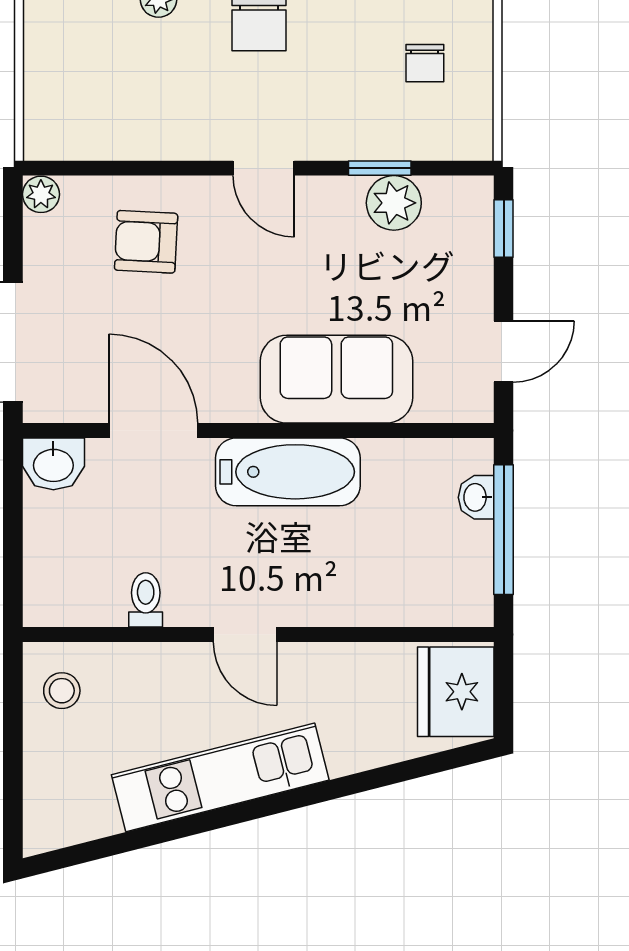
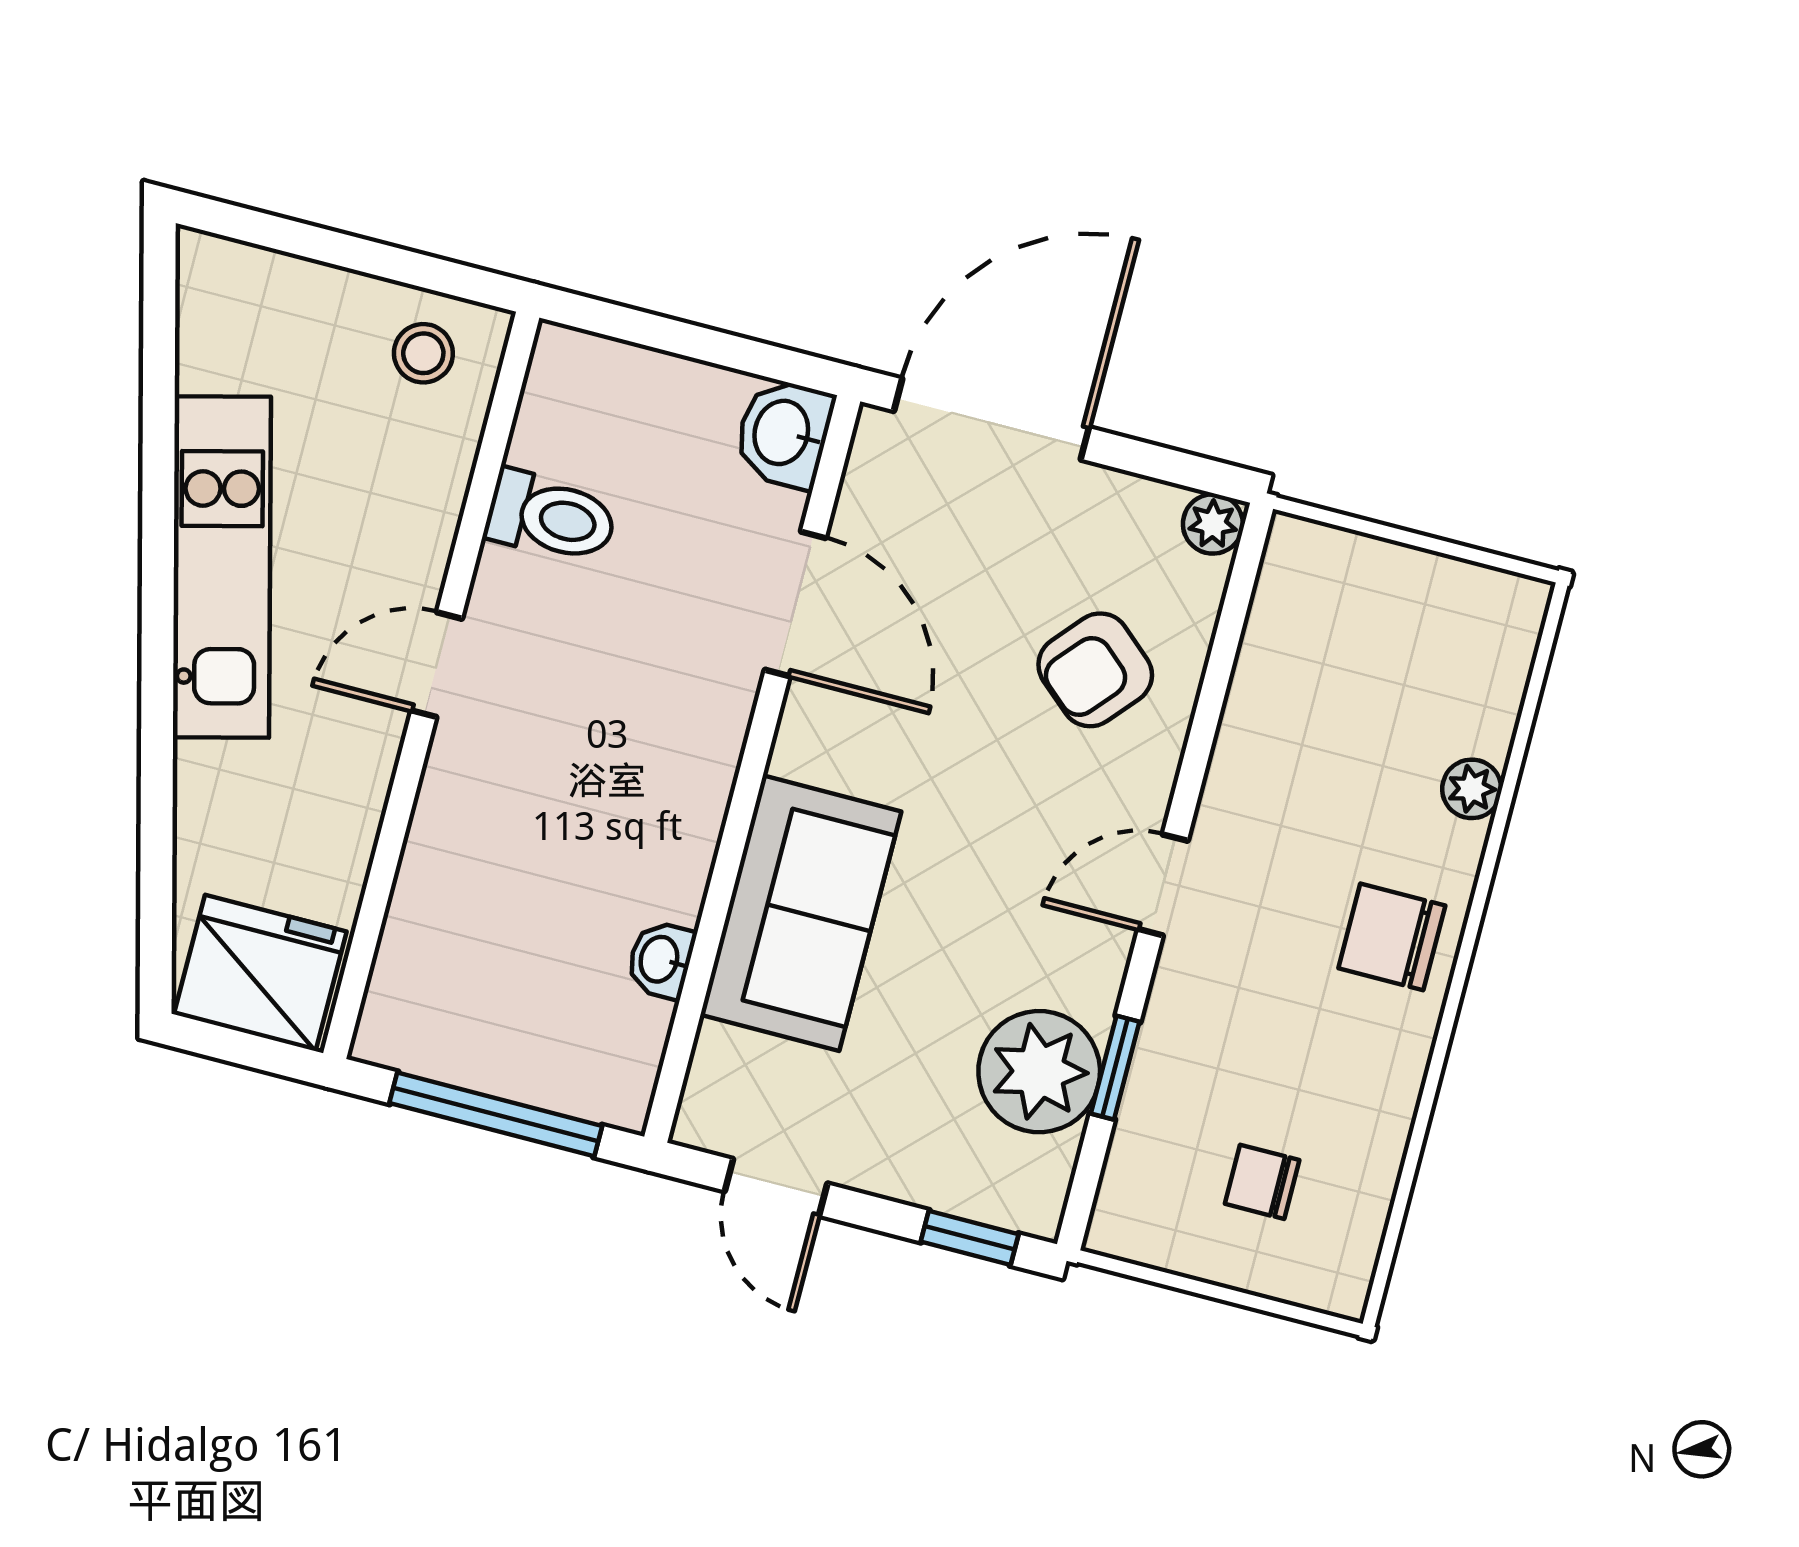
plant: (394, 203) -> (1039, 1072), width x1.36, depth x1.36
armchair: (146, 242) -> (1095, 670), turned -142
door: (153, 430) -> (795, 604), hinge flipped
bathtub: (288, 472) -> (675, 799), removed
washbasin: (476, 497) -> (661, 960), moved, turned -90
toilet: (146, 600) -> (551, 517), width x1.37, depth x1.39

